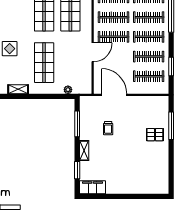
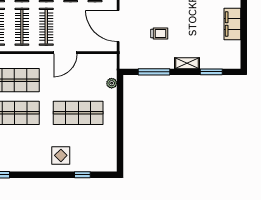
door: (93, 52) -> (65, 53), swing flipped
shelving: (18, 89) -> (111, 145), removed
door: (114, 95) -> (118, 26), hinge flipped
filing cabinet: (92, 187) -> (232, 24), moved

